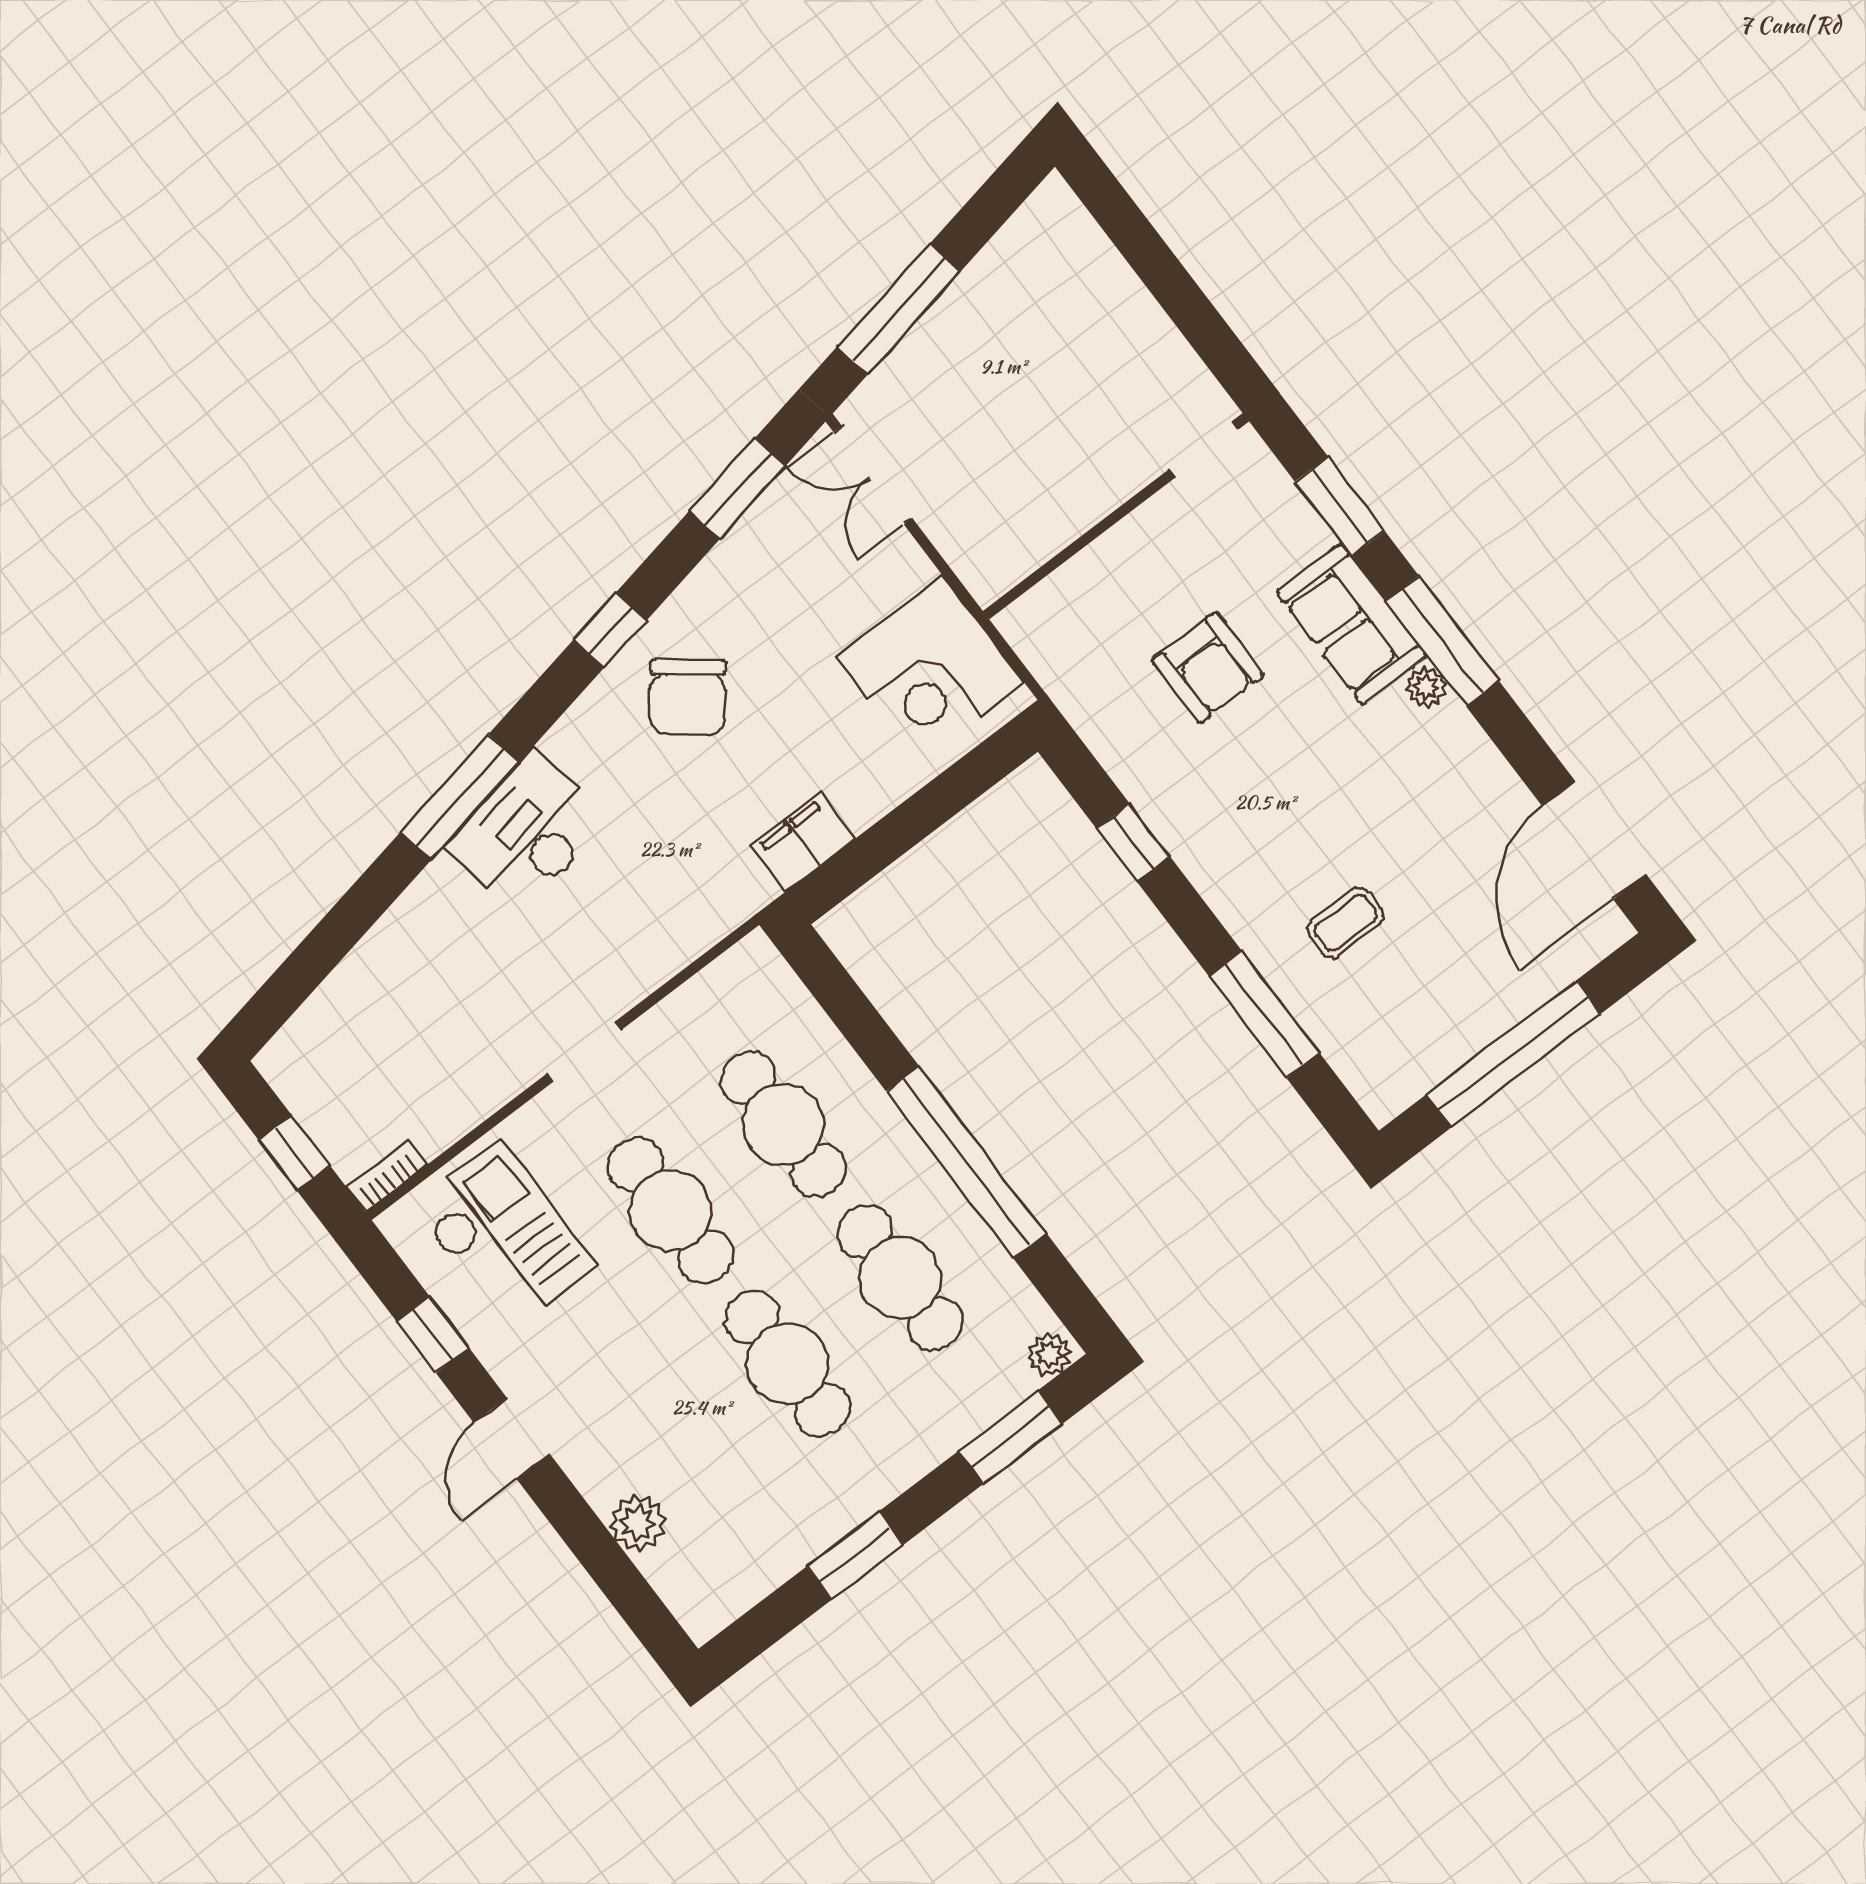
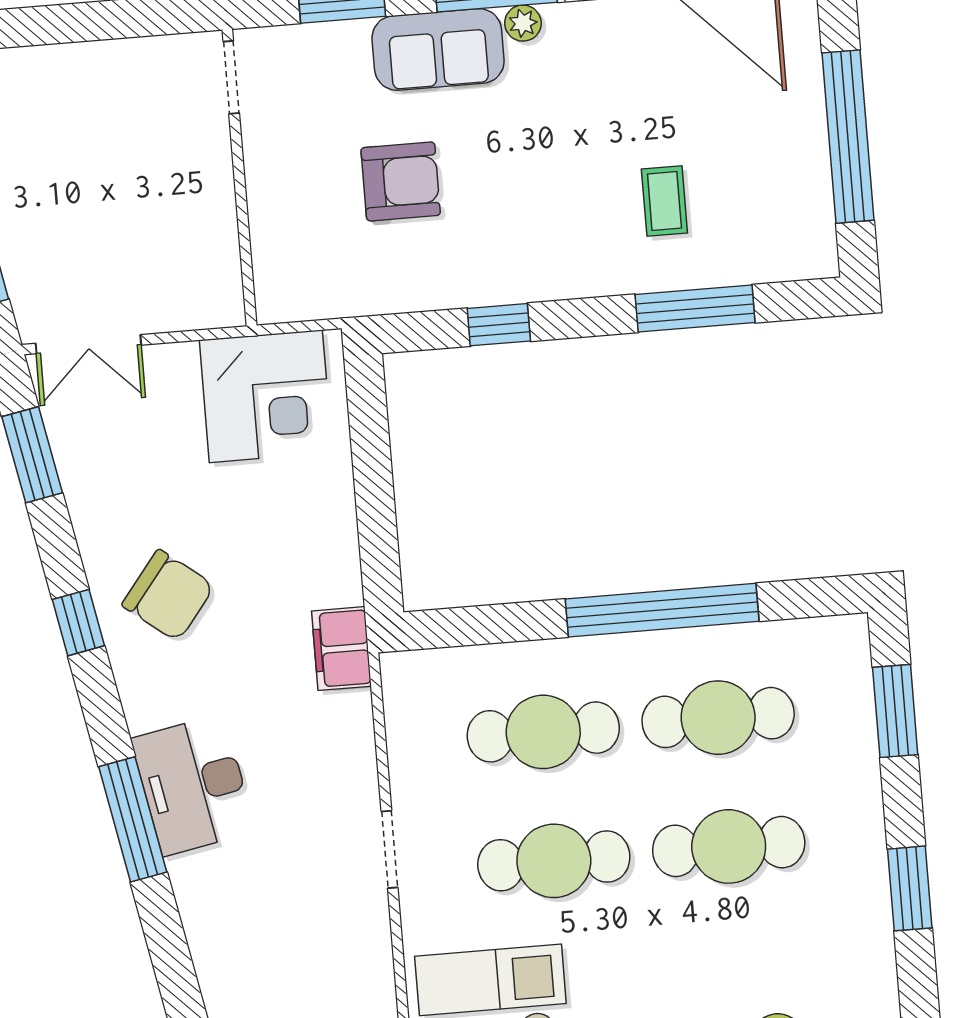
filing cabinet: (803, 842) -> (341, 649), moved
plant: (1049, 1355) -> (851, 641), removed

